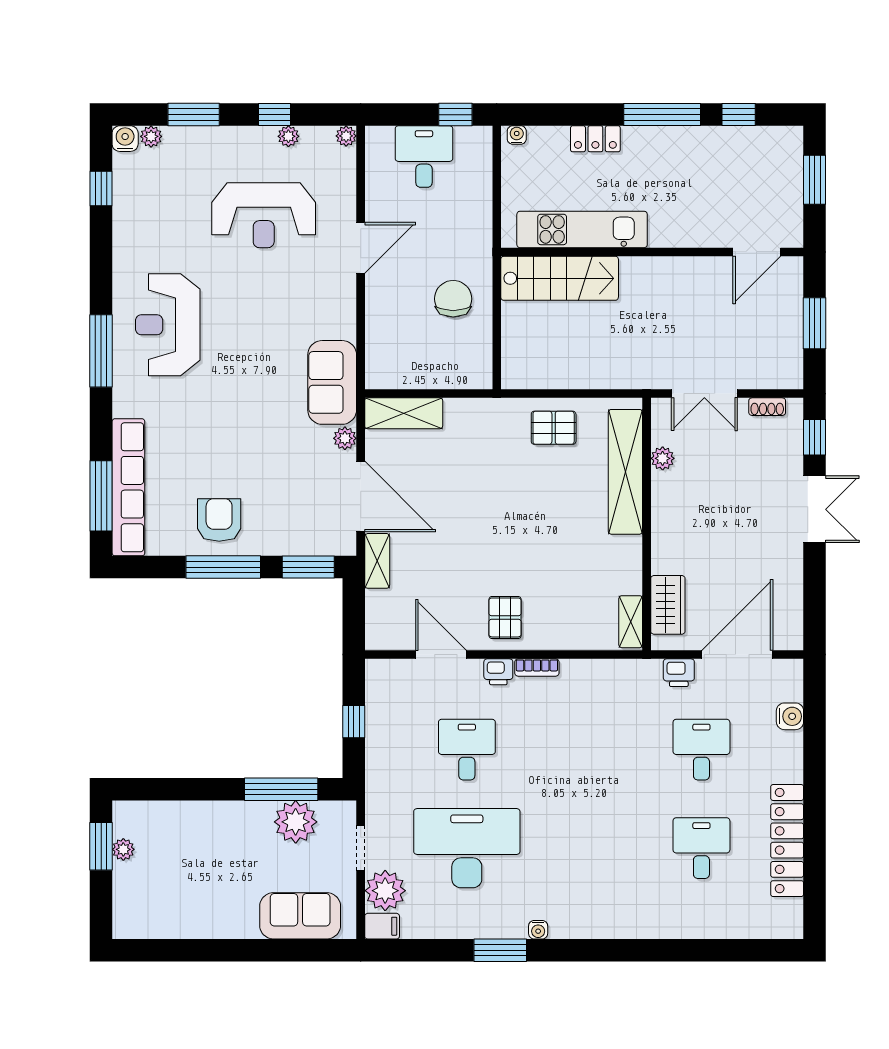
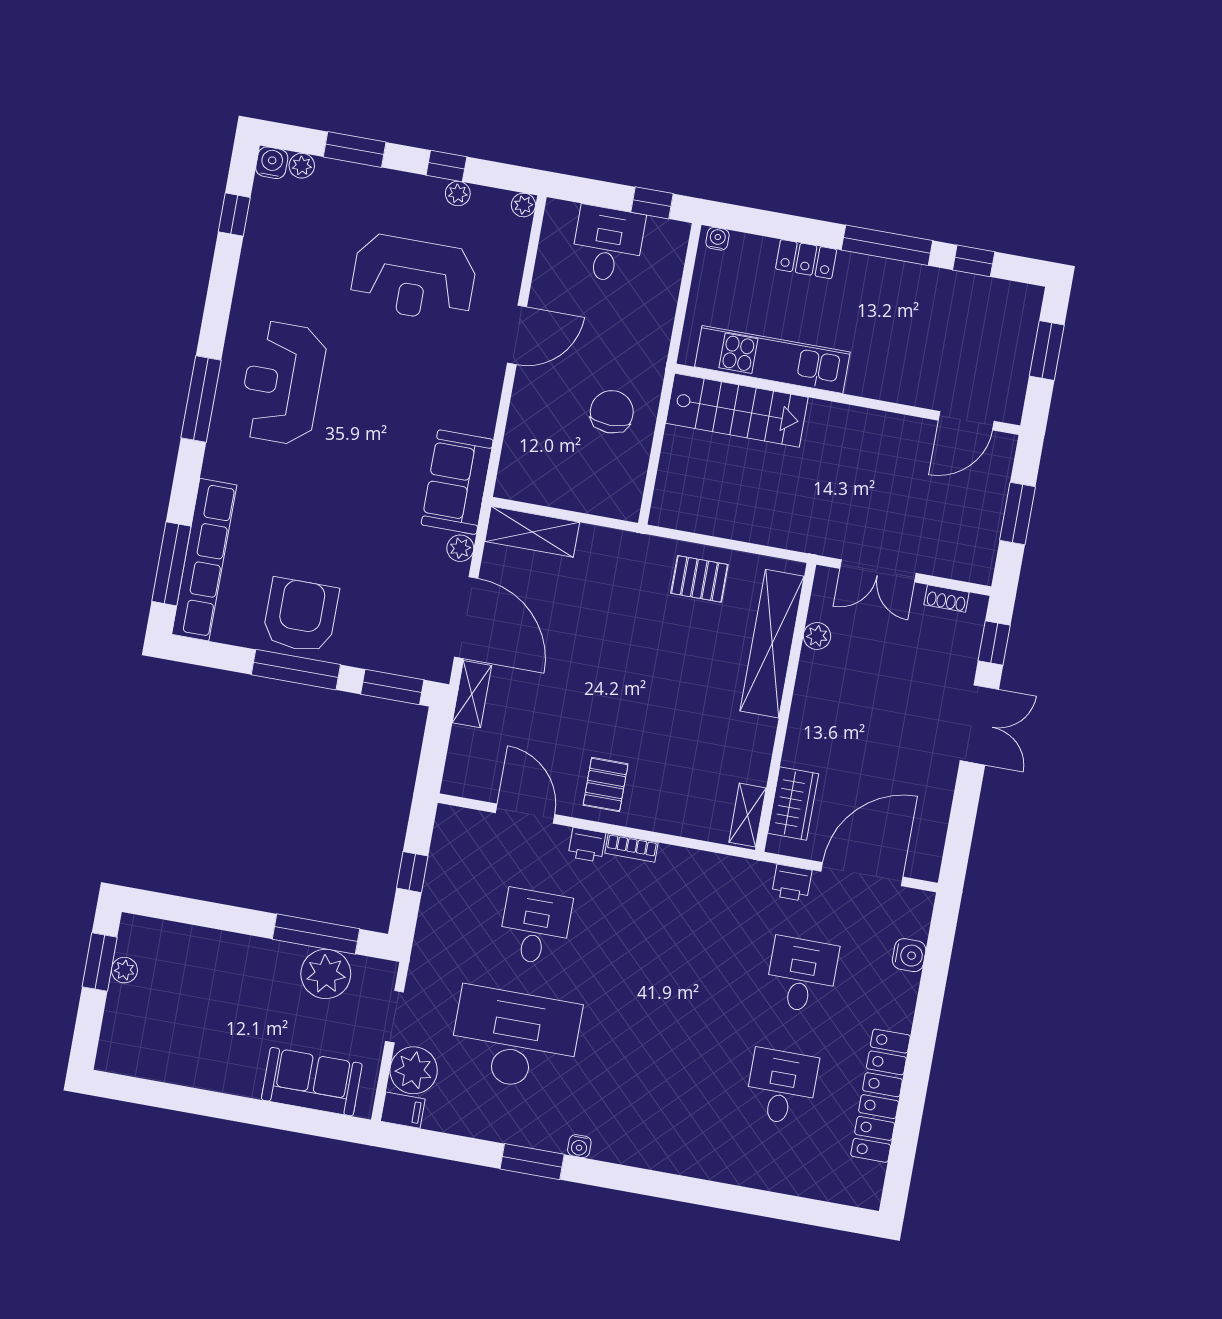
armchair: (219, 520) -> (301, 615), width x1.36, depth x1.36

